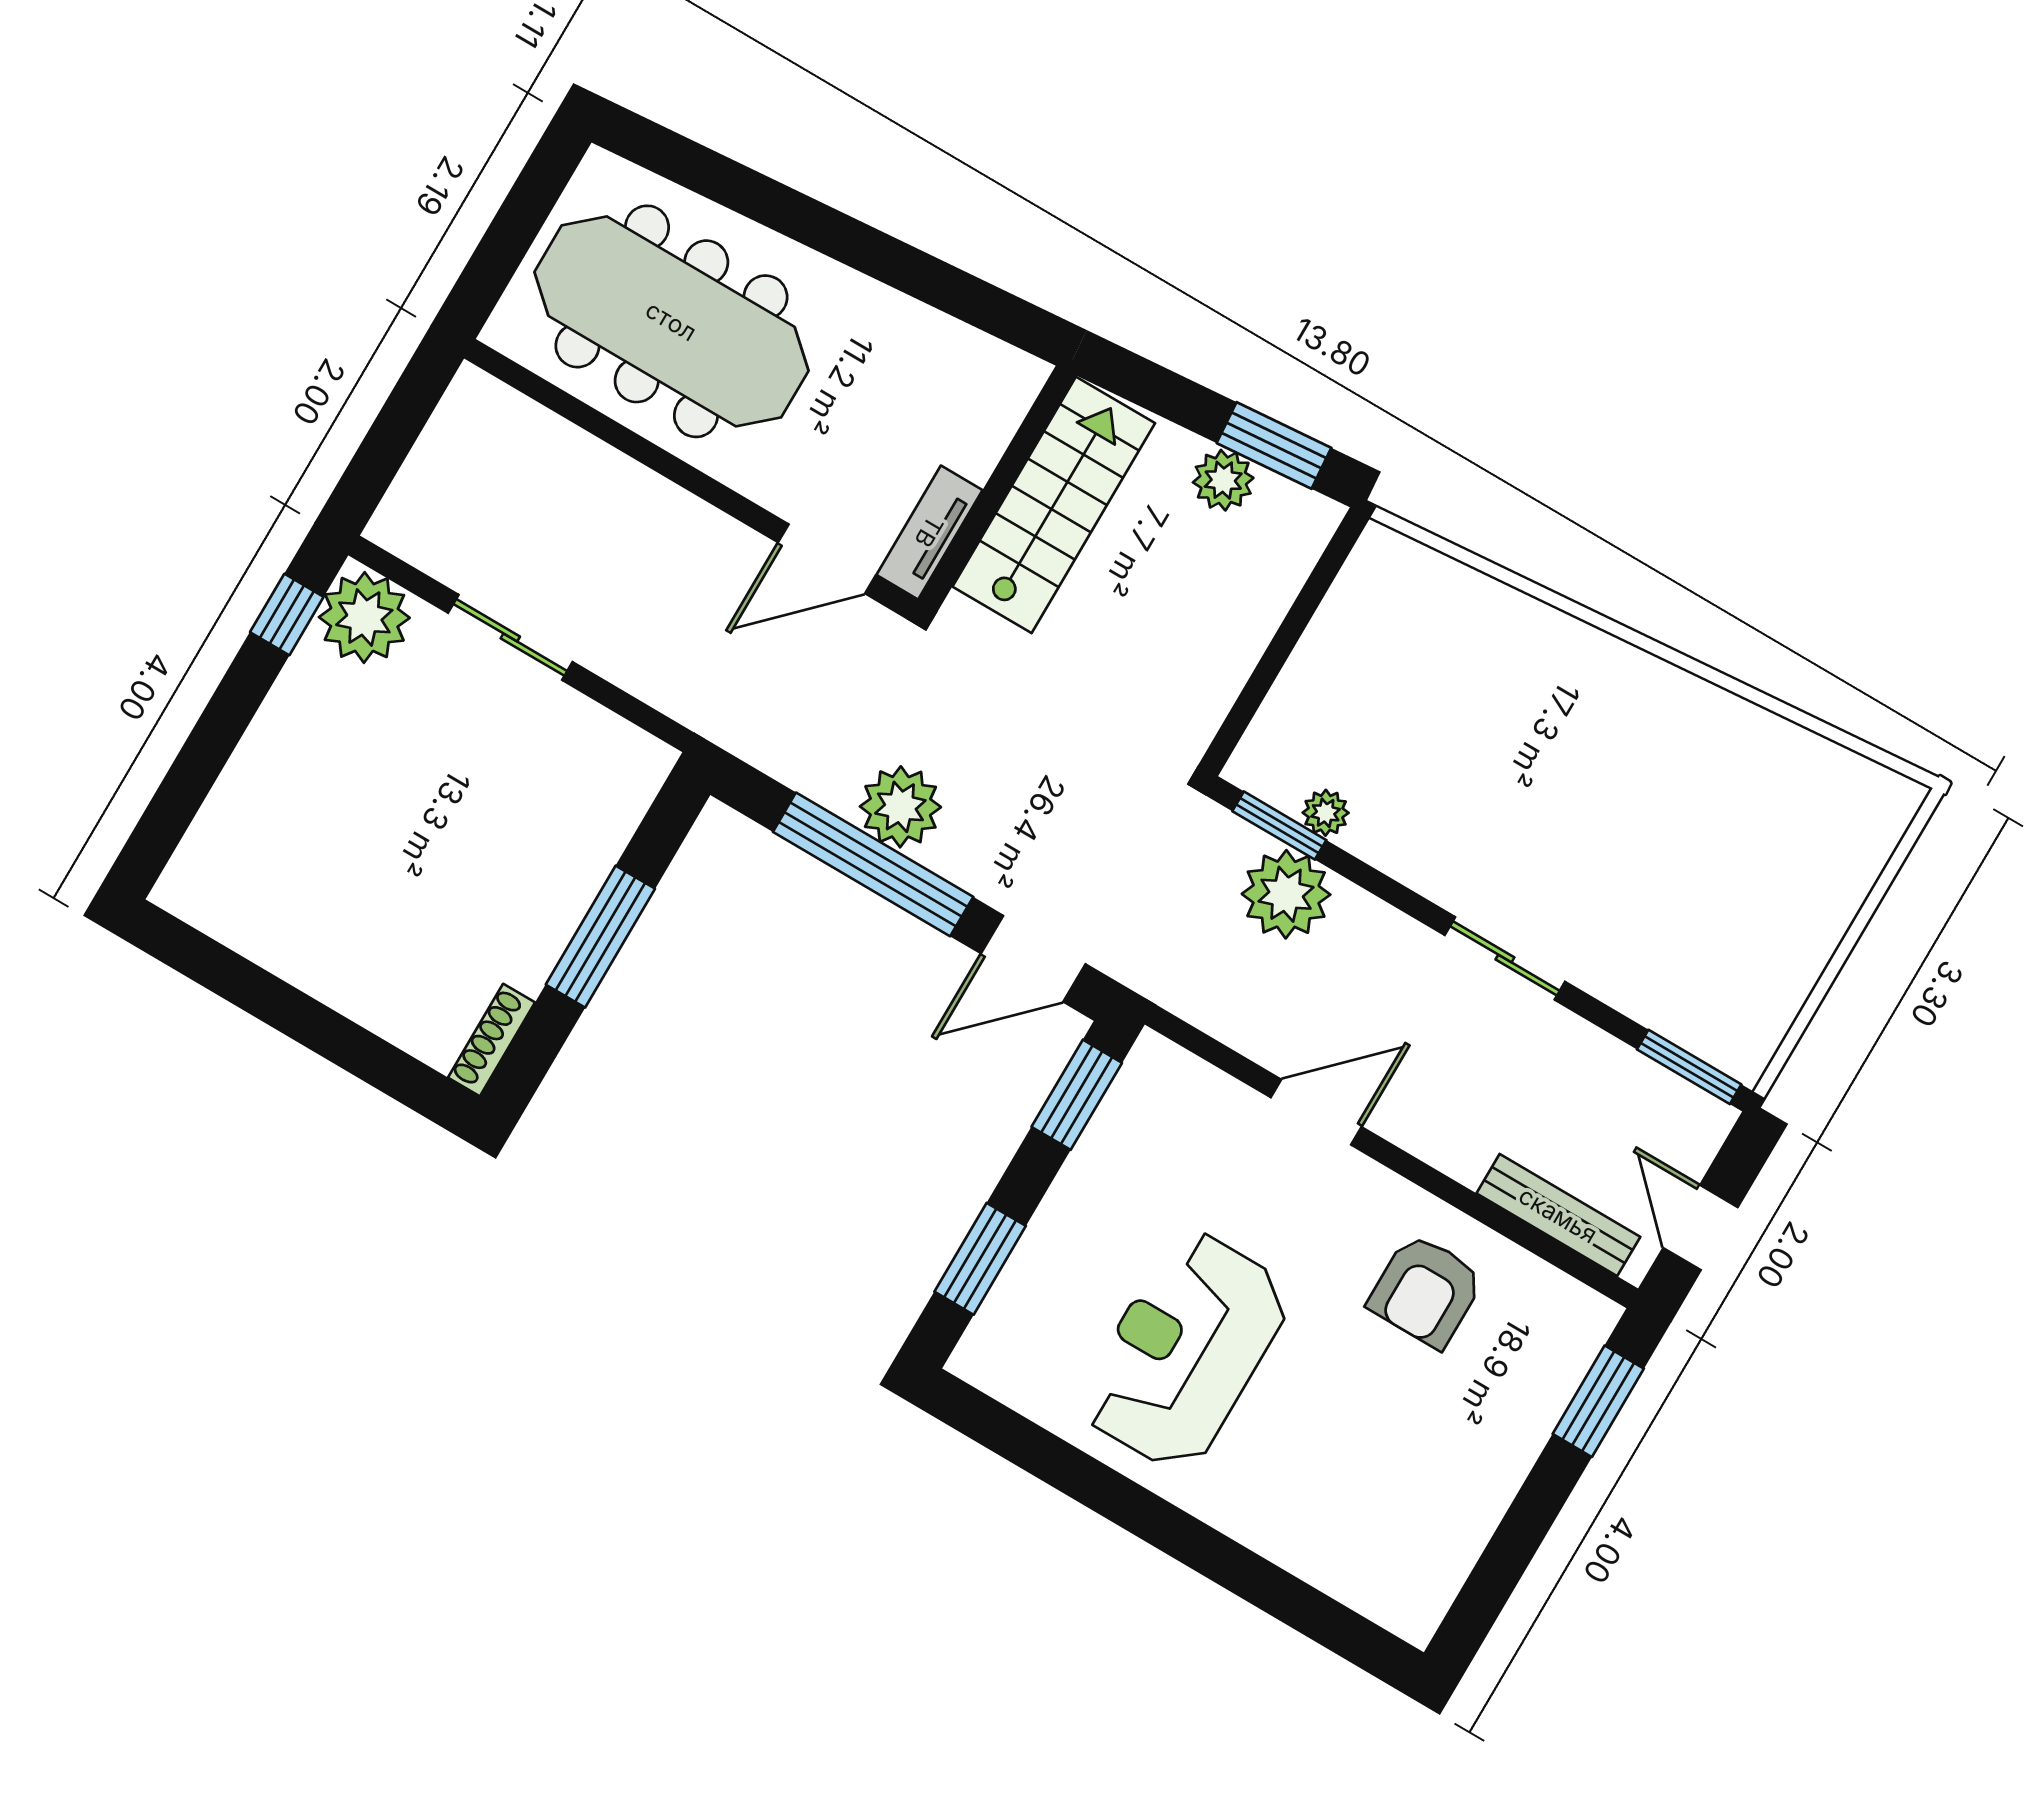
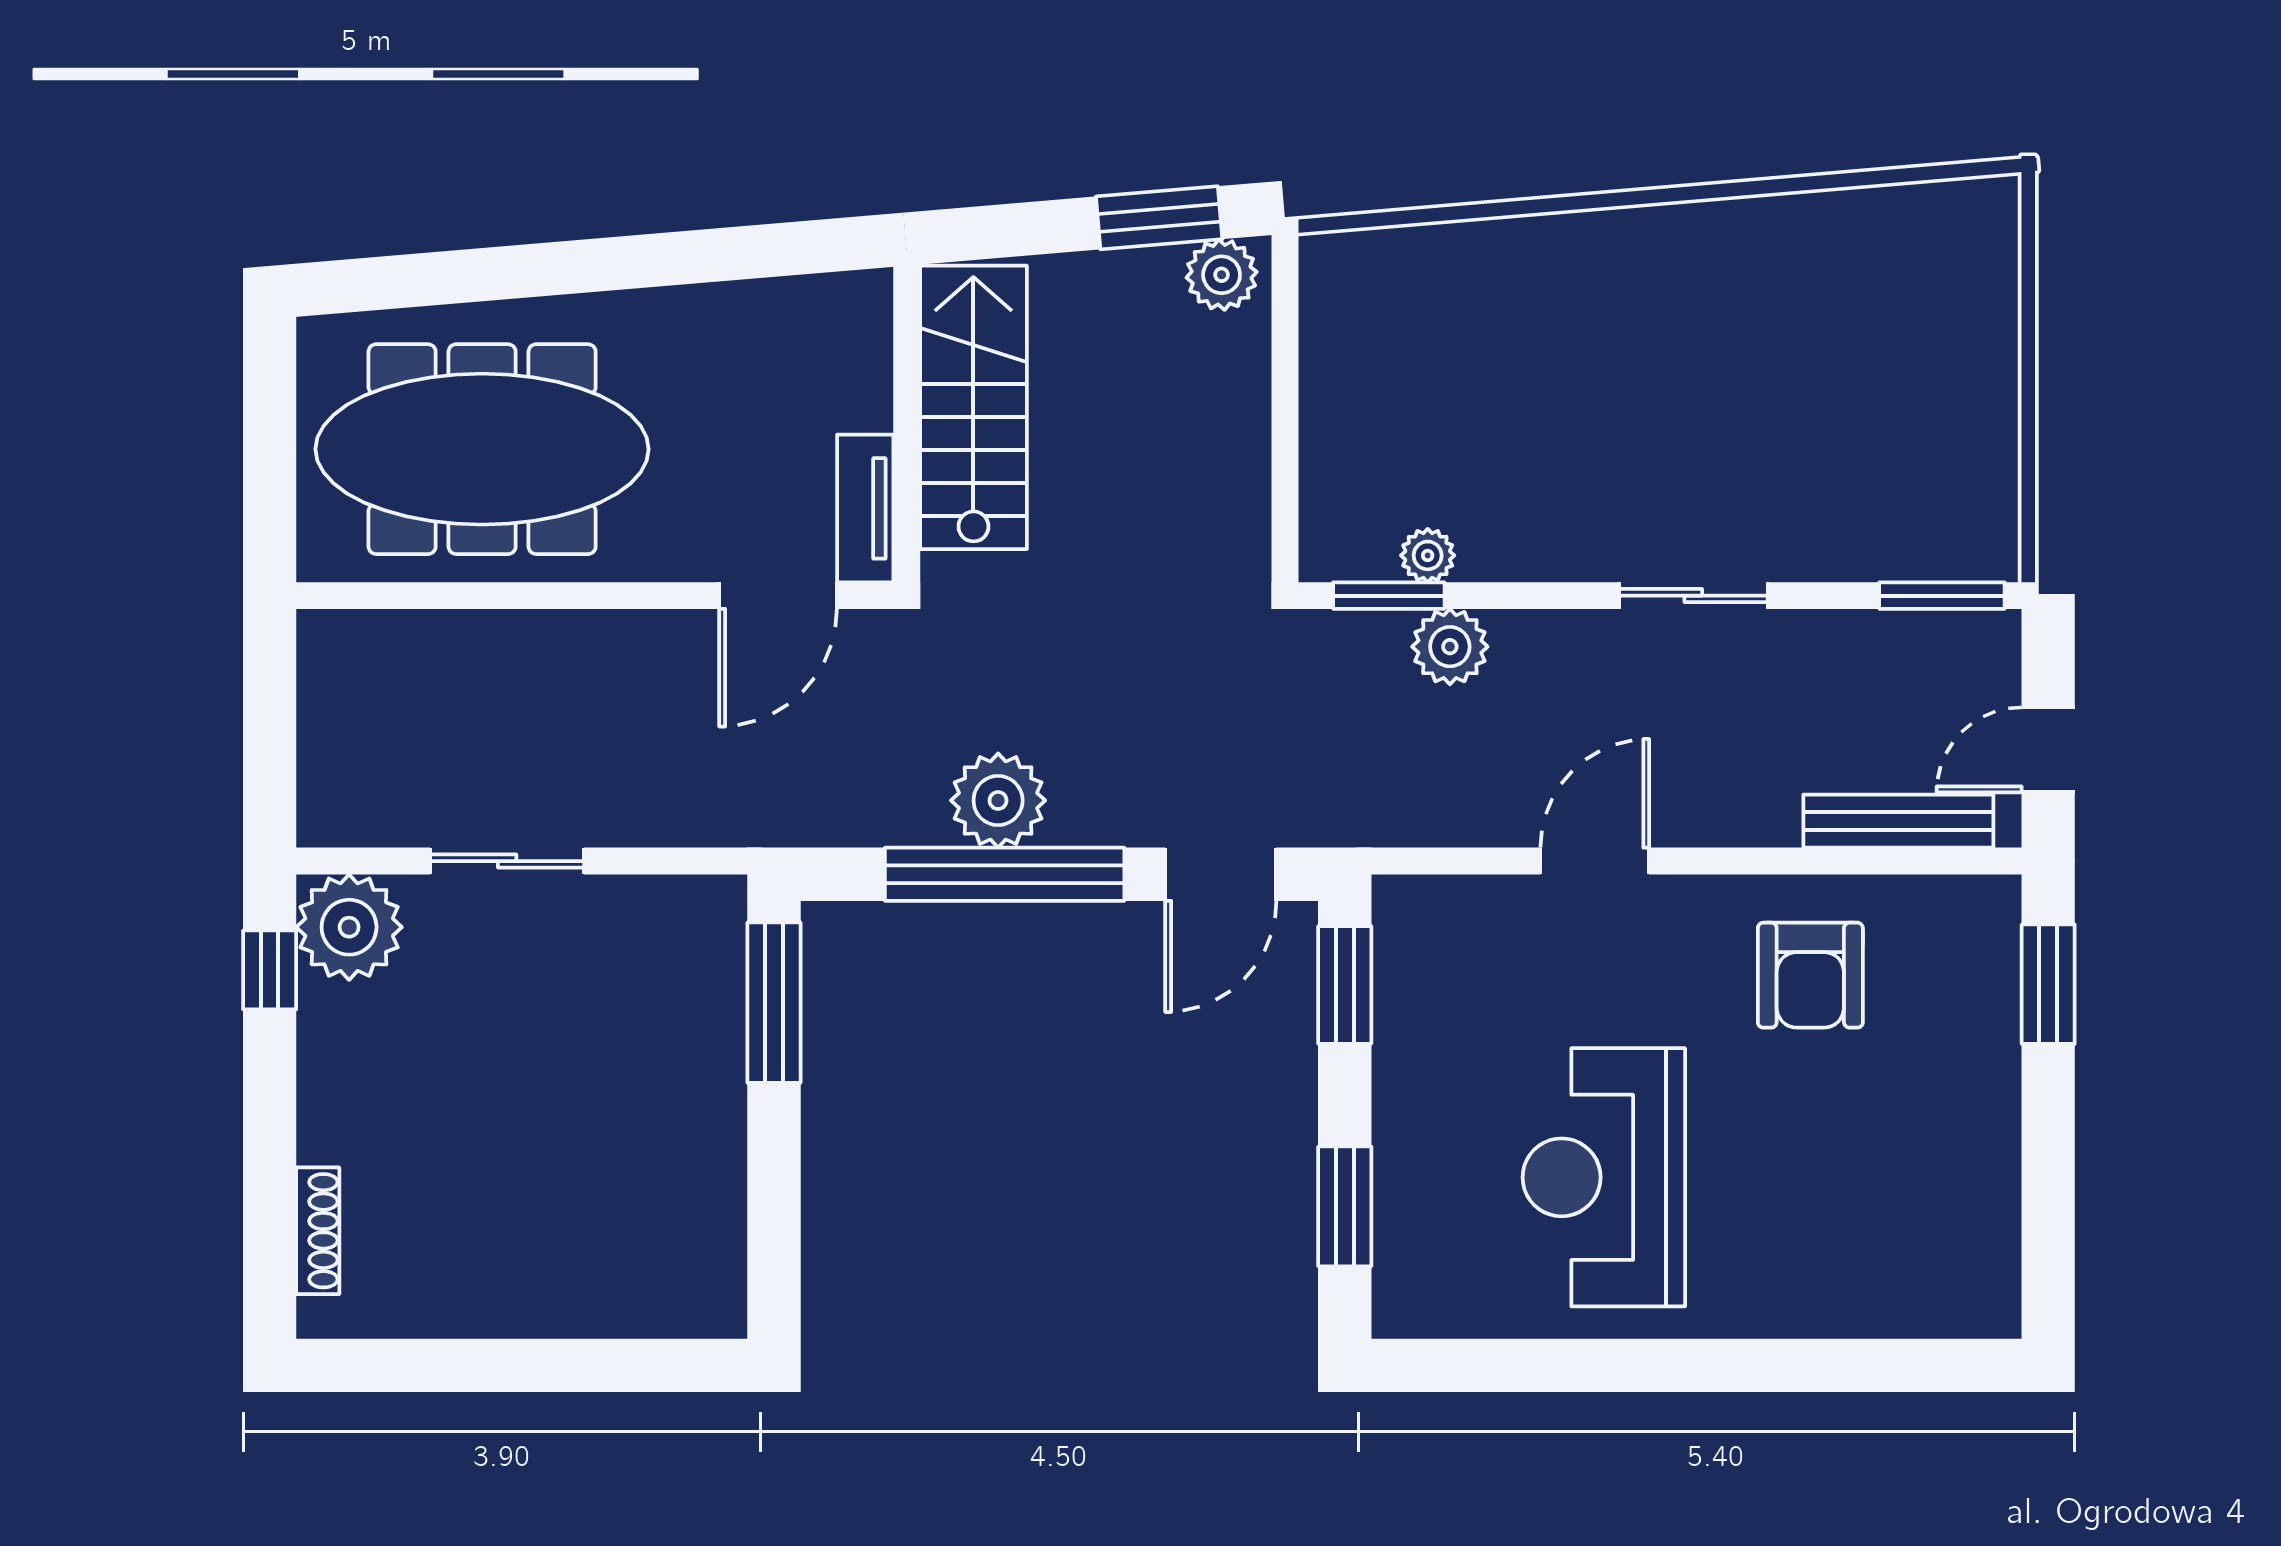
plant: (1223, 480) -> (1222, 275), moved
plant: (1286, 894) -> (1450, 647), width x0.73, depth x0.73
window: (600, 937) -> (774, 1003), moved
shoe rack: (492, 1040) -> (318, 1231), moved, turned 180
door: (1700, 1228) -> (2048, 750), hinge flipped

